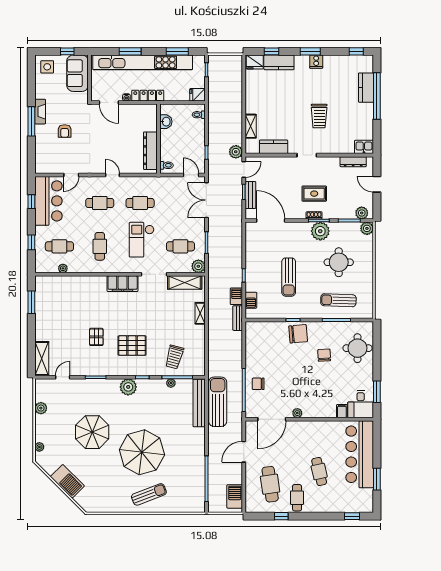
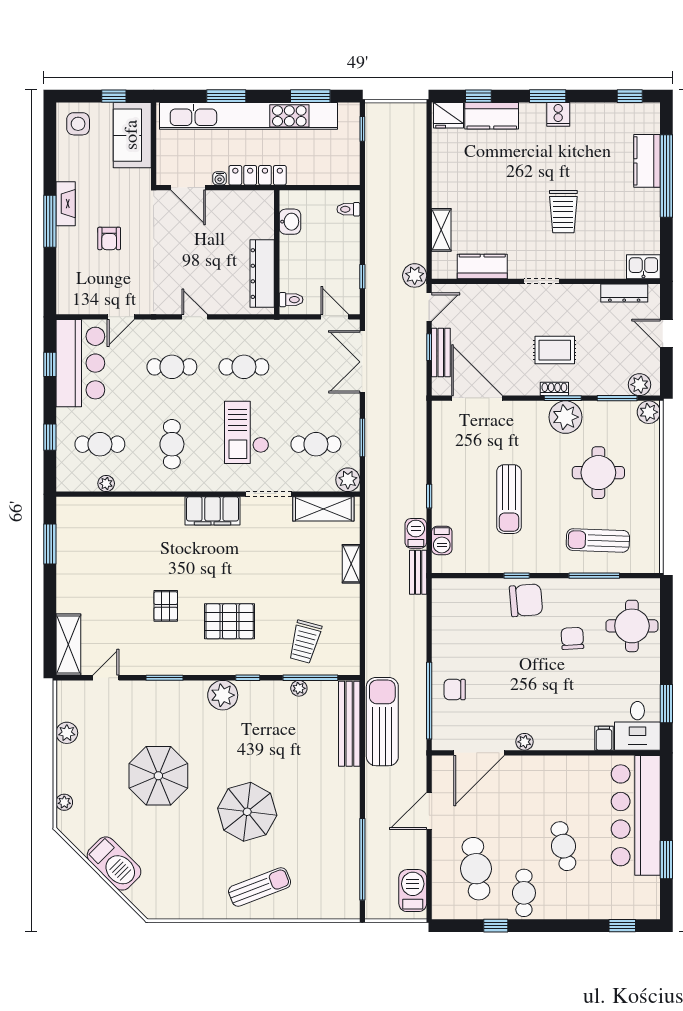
fridge: (197, 95) -> (346, 174), removed
parasol: (142, 452) -> (247, 812), width x0.73, depth x0.73

